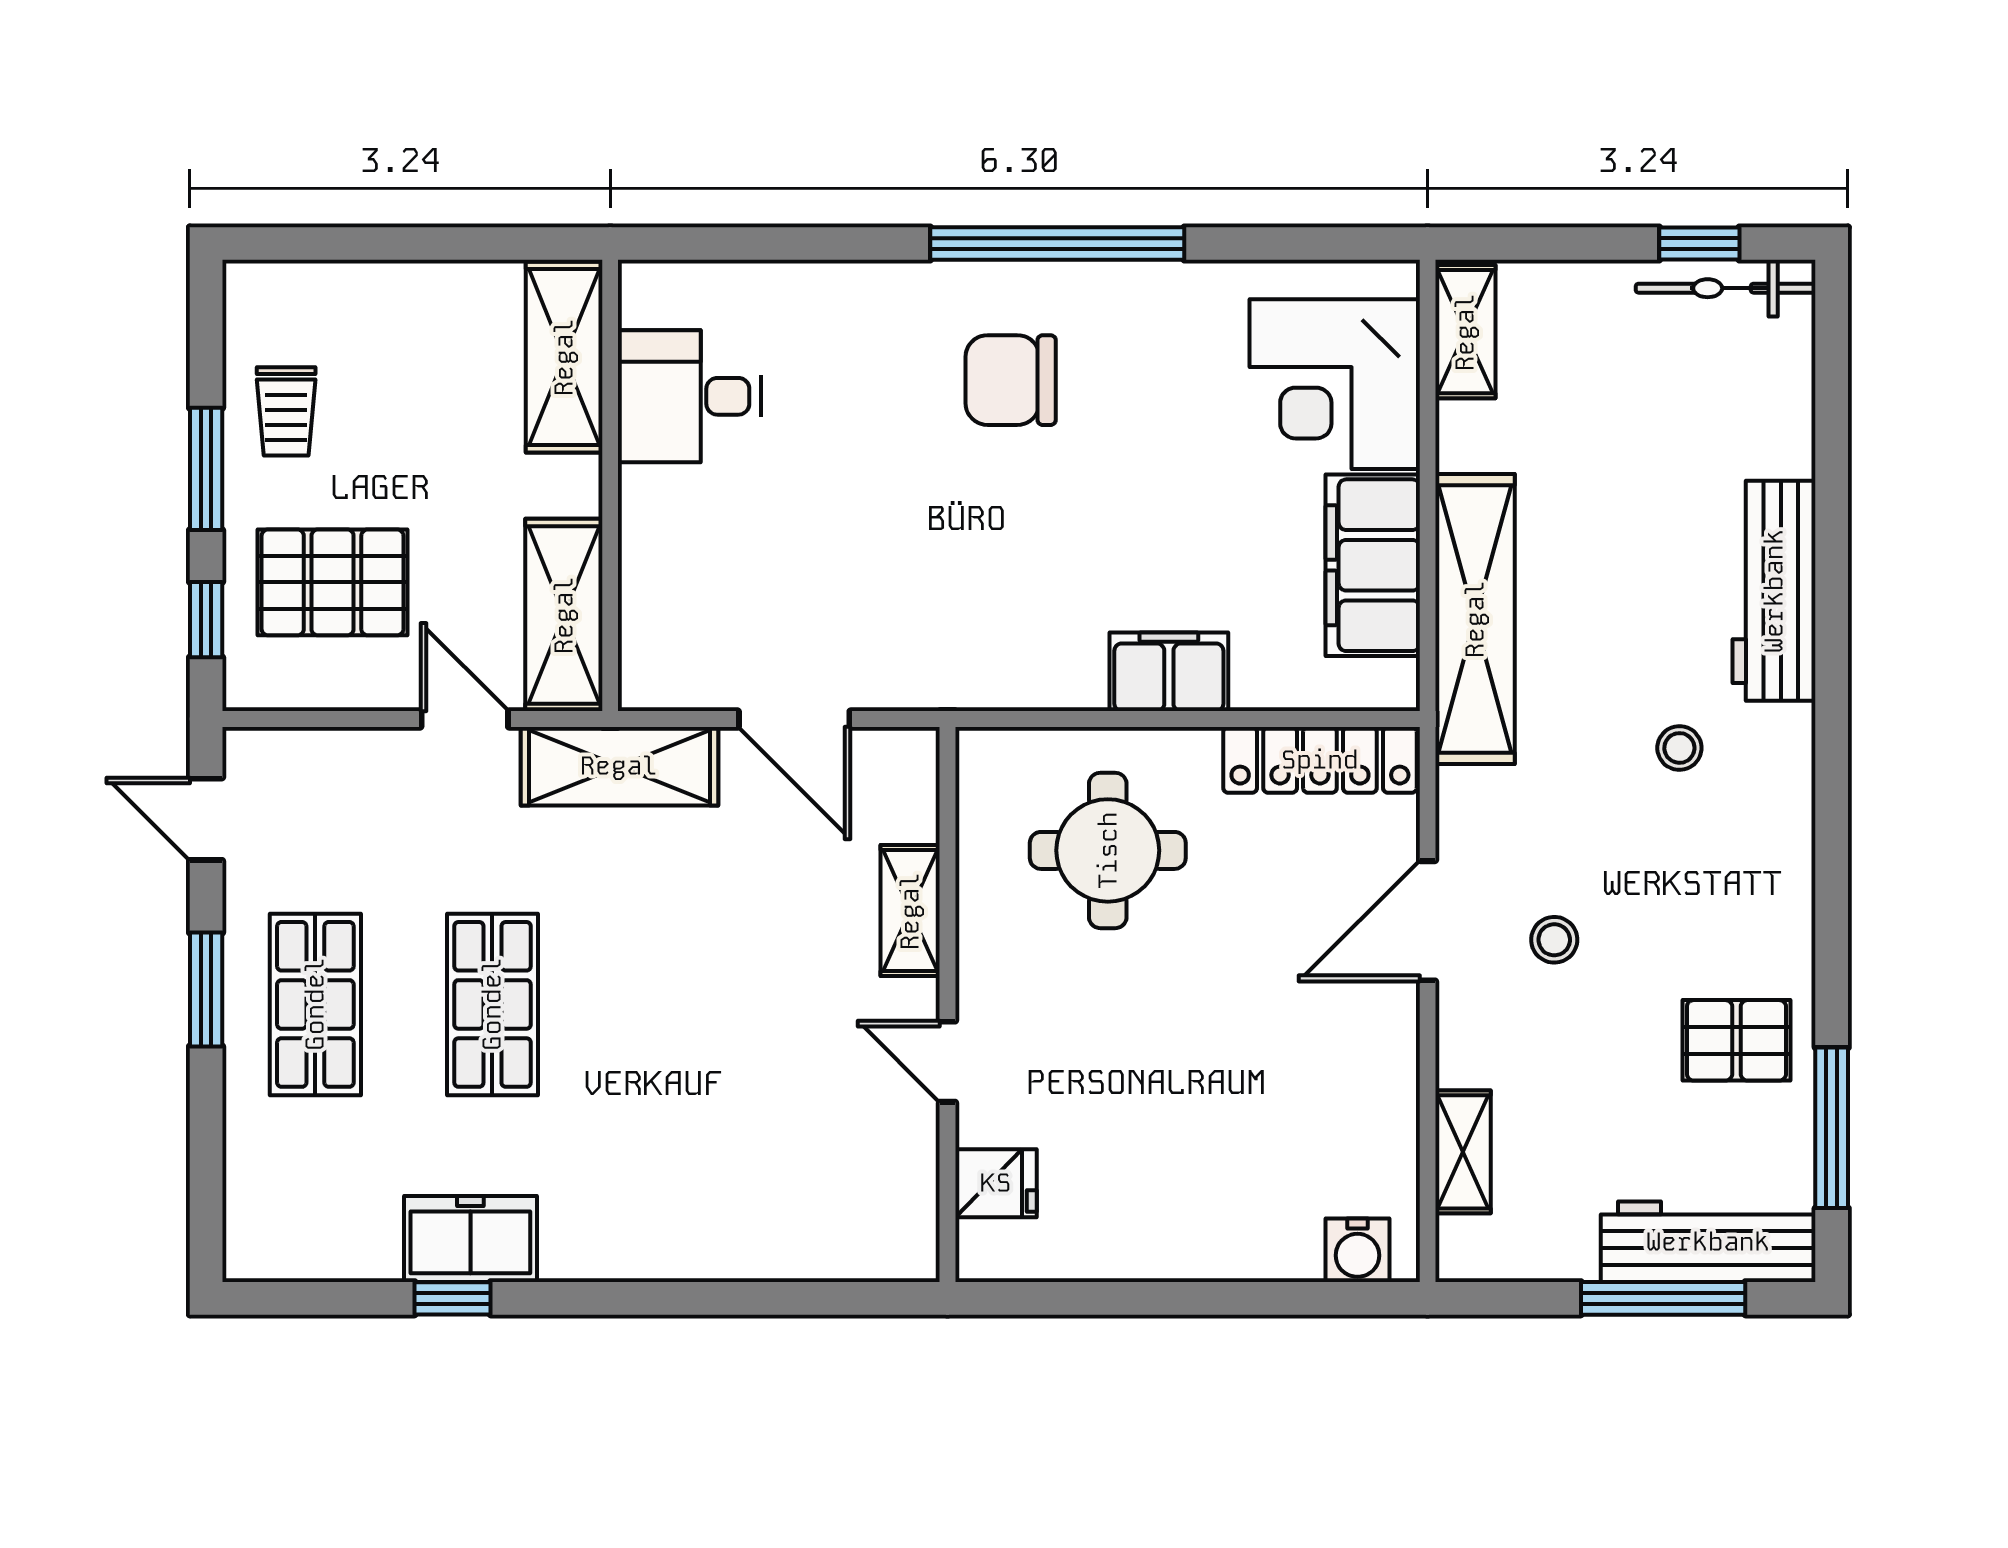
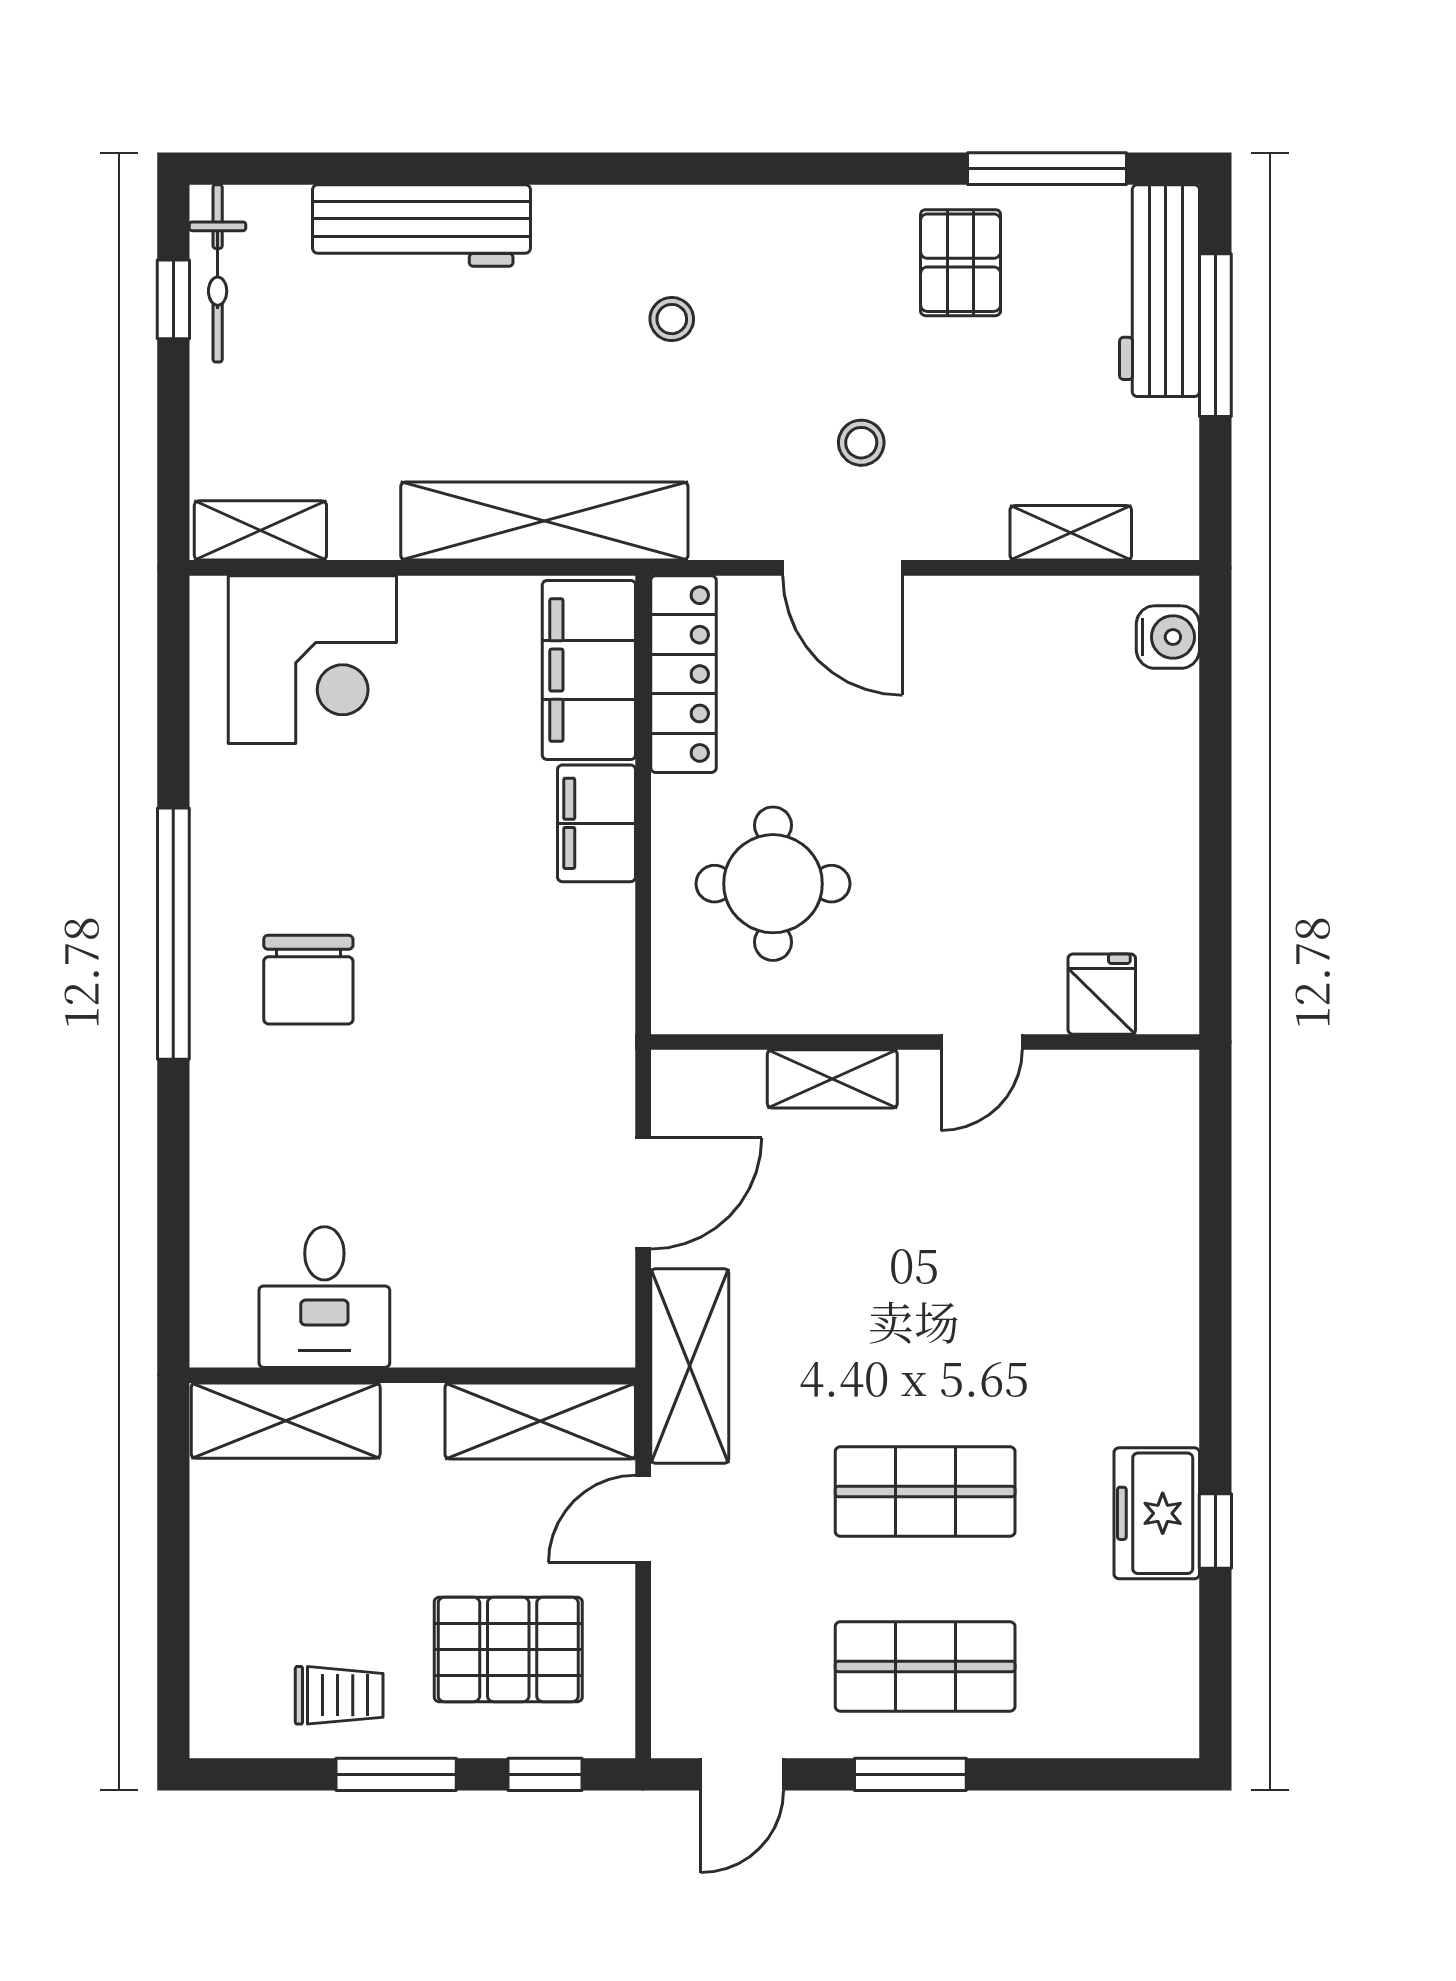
filing cabinet: (1373, 565) -> (589, 670), moved, turned 90
pallet: (333, 582) -> (508, 1649), turned 90
workbench: (1774, 591) -> (422, 225), moved

